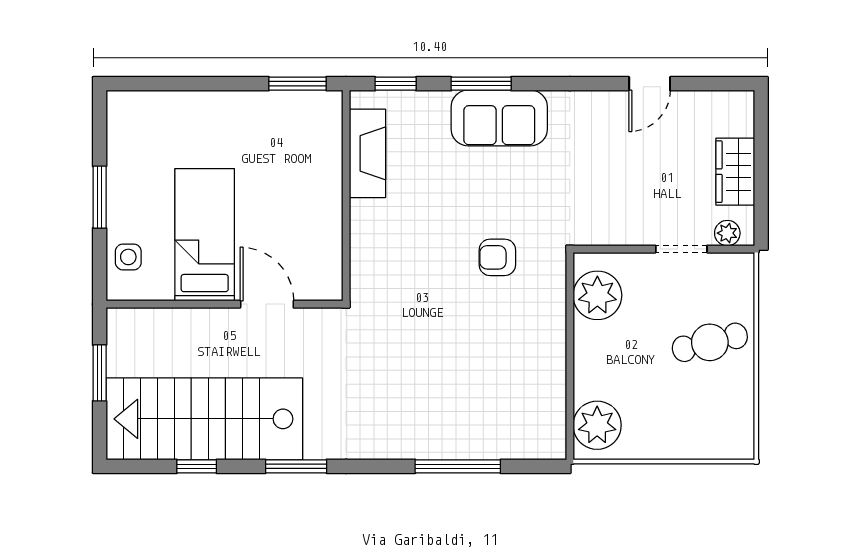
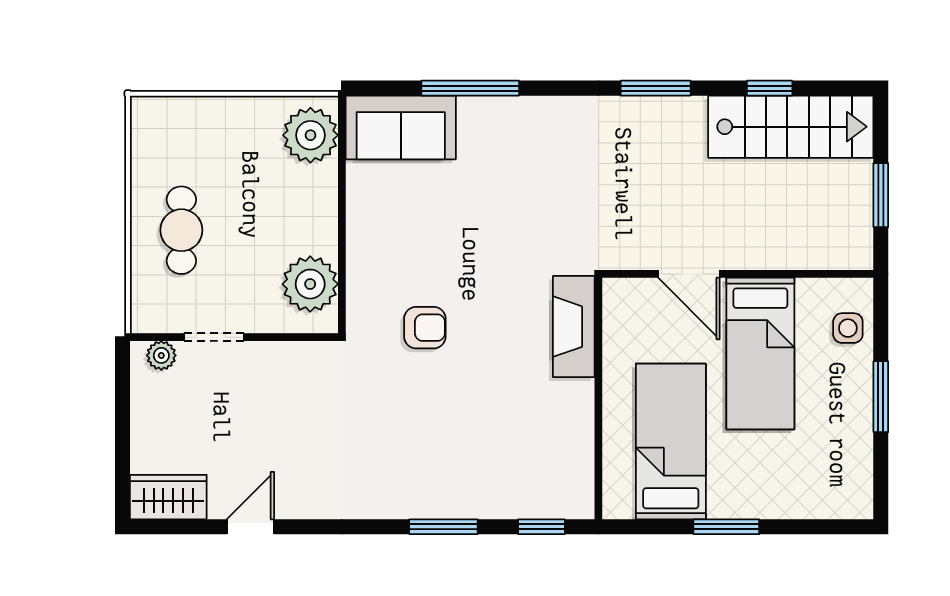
window: (298, 84) -> (726, 527), moved
sofa: (499, 118) -> (401, 127), moved, turned 180
fireplace: (367, 153) -> (574, 327), moved
bed: (283, 158) -> (671, 441), added
wardrobe: (735, 172) -> (168, 497), moved, turned -90
cafe table: (710, 342) -> (181, 230), turned -76
stairs: (204, 419) -> (791, 127), width x0.73, depth x0.66

